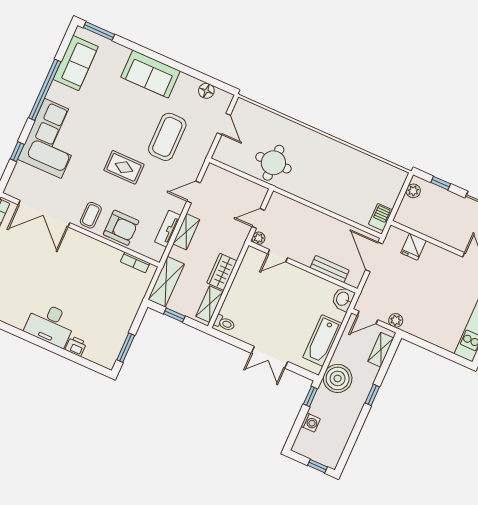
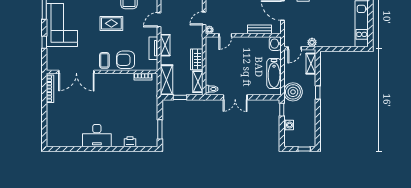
armchair: (121, 228) -> (126, 60), turned 180
desk: (50, 324) -> (97, 136), moved
double door: (269, 357) -> (235, 97), moved

